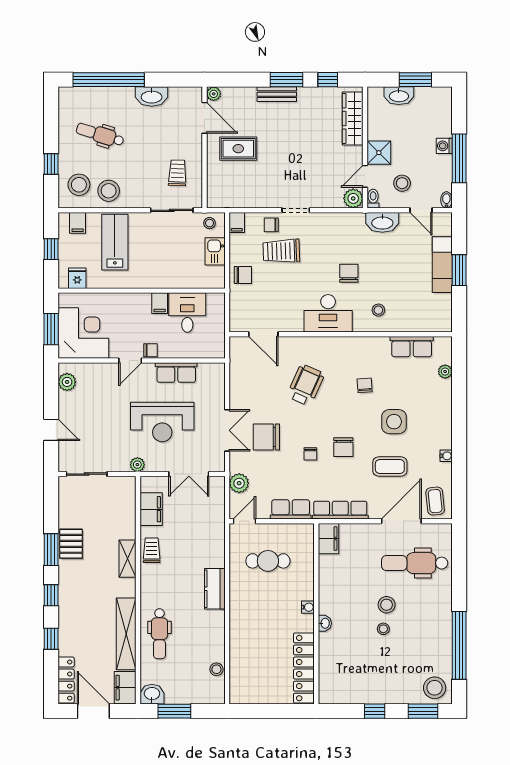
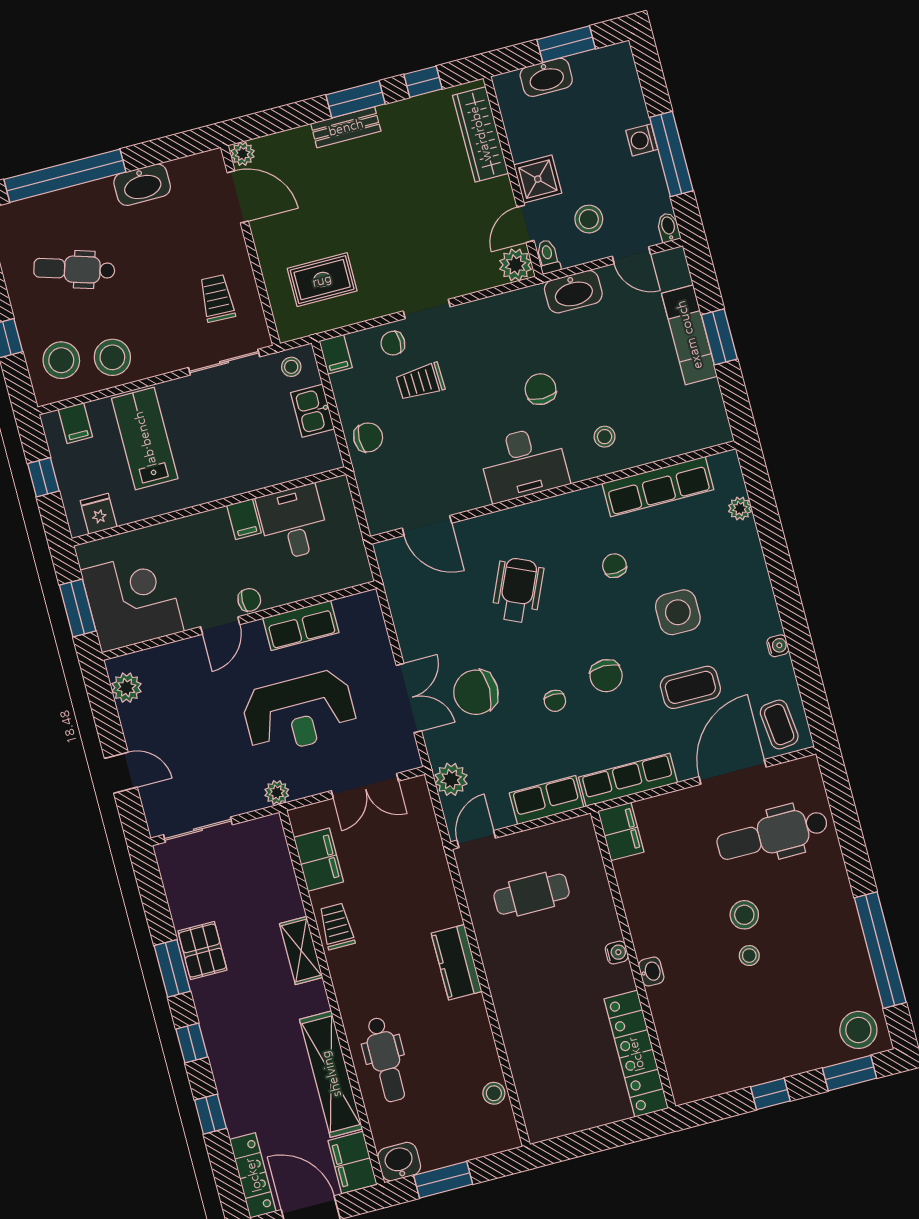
rug: (238, 149) -> (322, 280), moved
trolley: (281, 251) -> (420, 382), width x0.73, depth x0.72
row of seats: (412, 347) -> (658, 486), width x1.48

